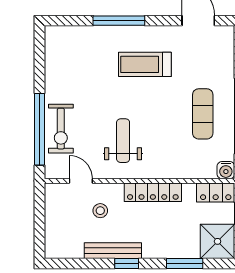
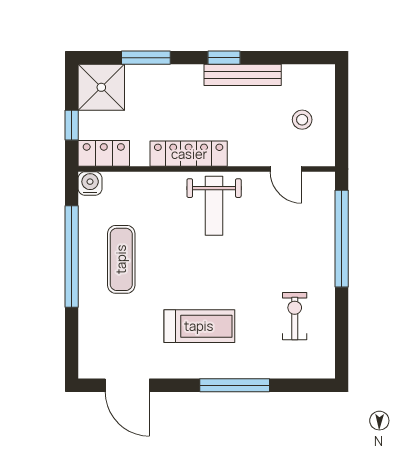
exercise bike: (61, 129) -> (295, 316), moved, width x0.73, depth x0.72
weight bench: (123, 141) -> (214, 206), moved
stool: (100, 211) -> (302, 120), moved

